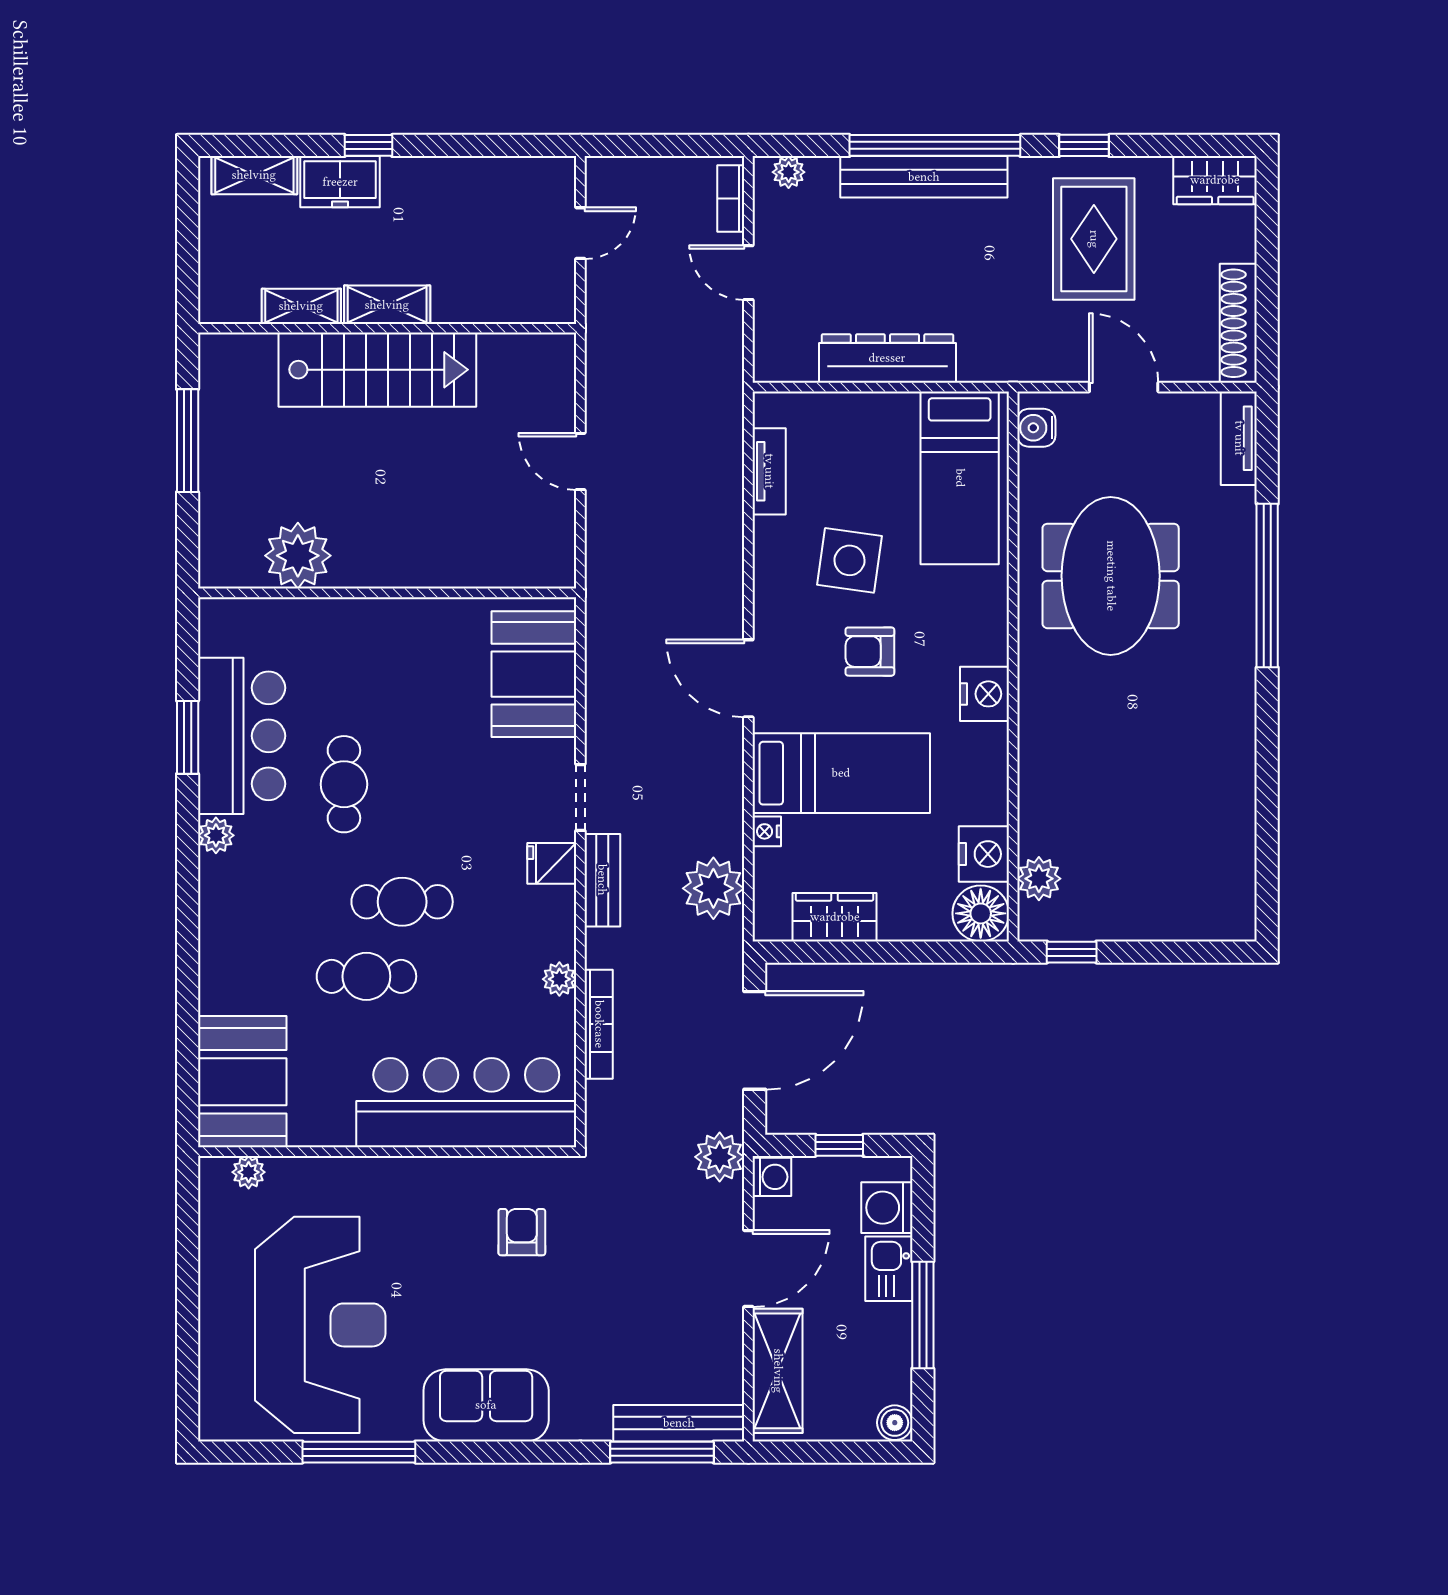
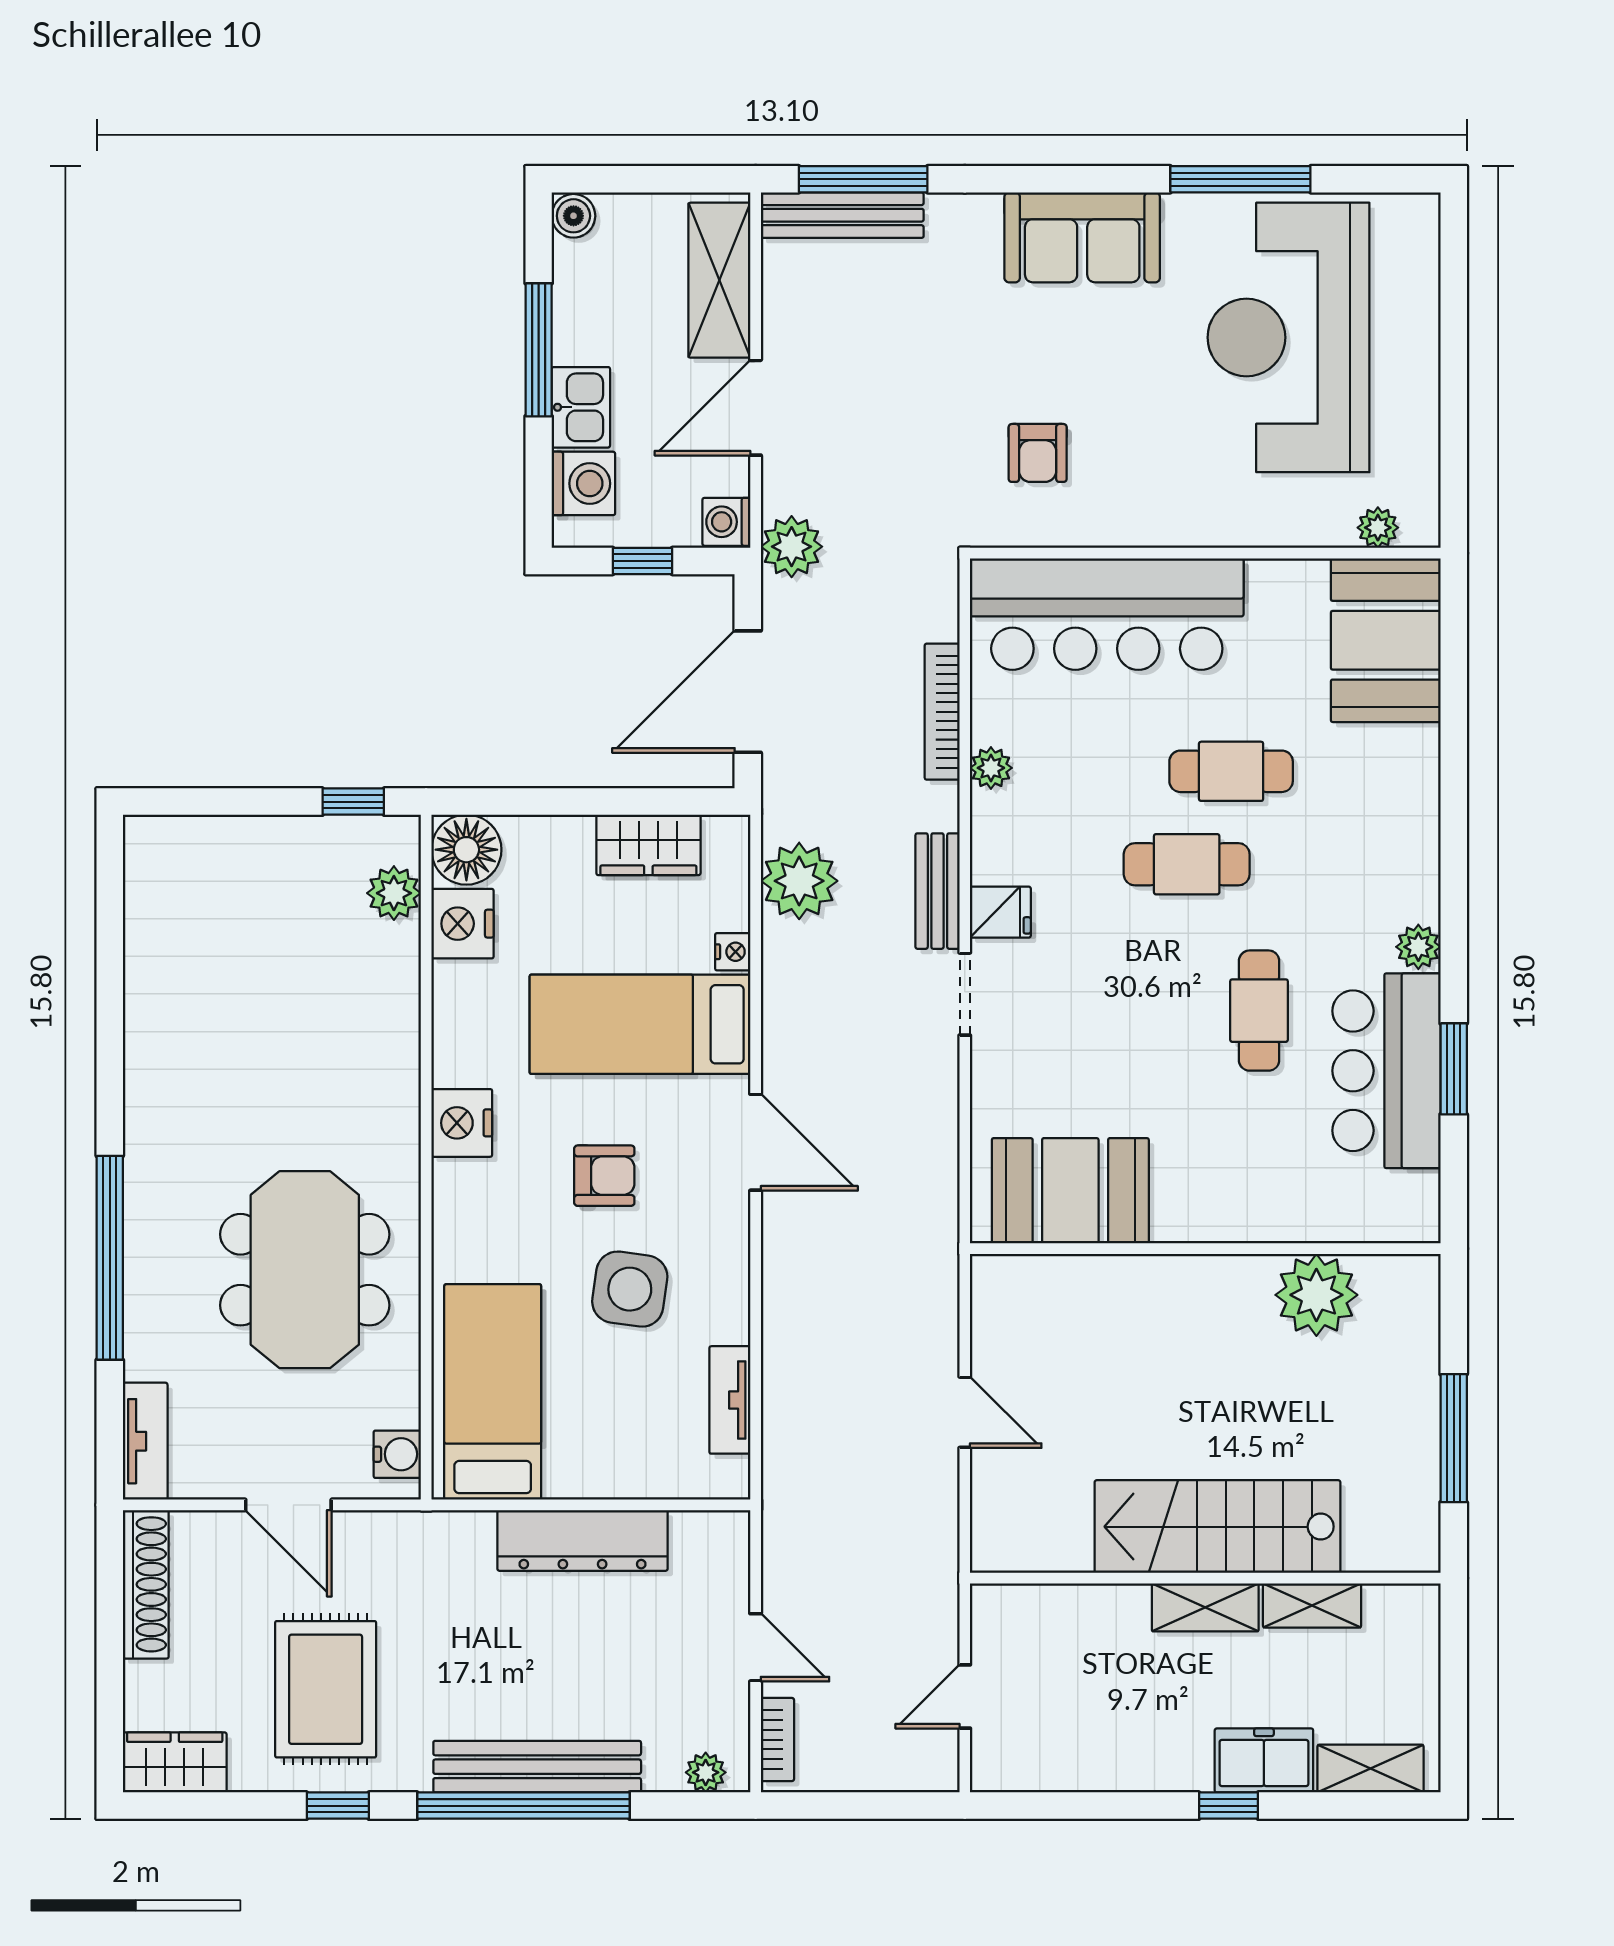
booth: (534, 674) -> (1070, 1191), moved, turned 90

